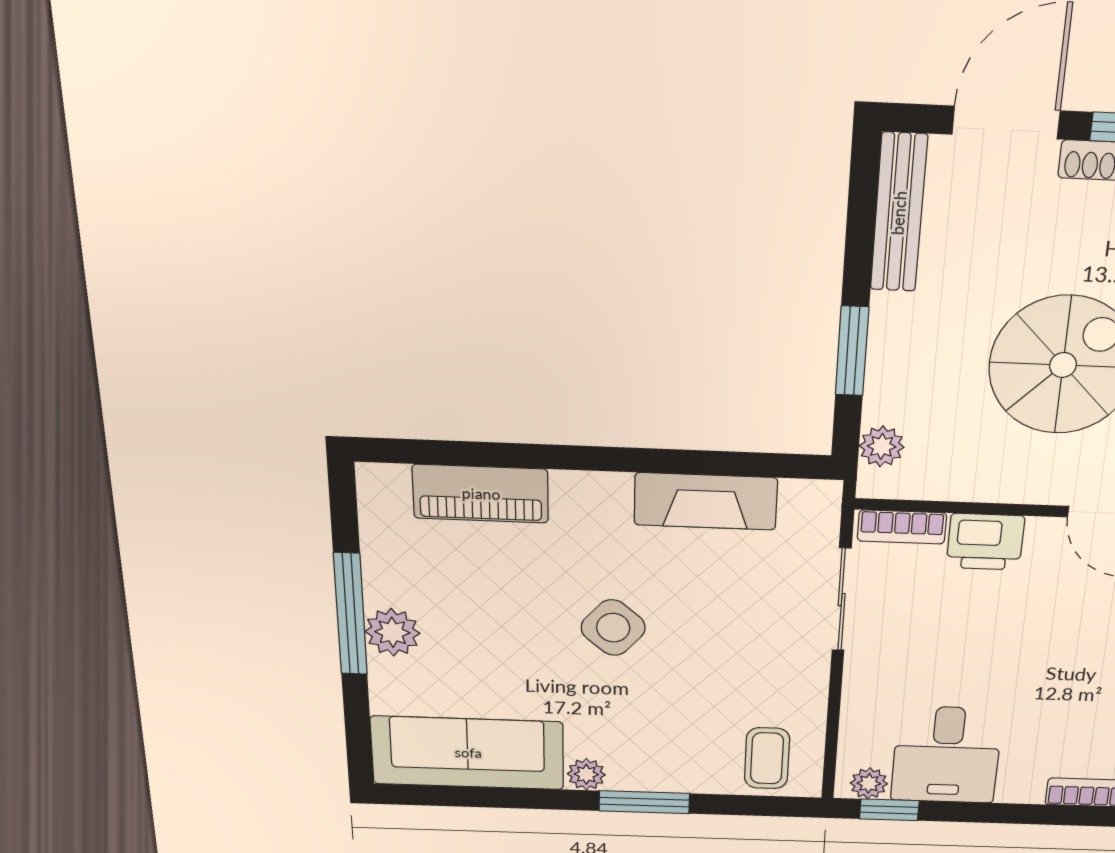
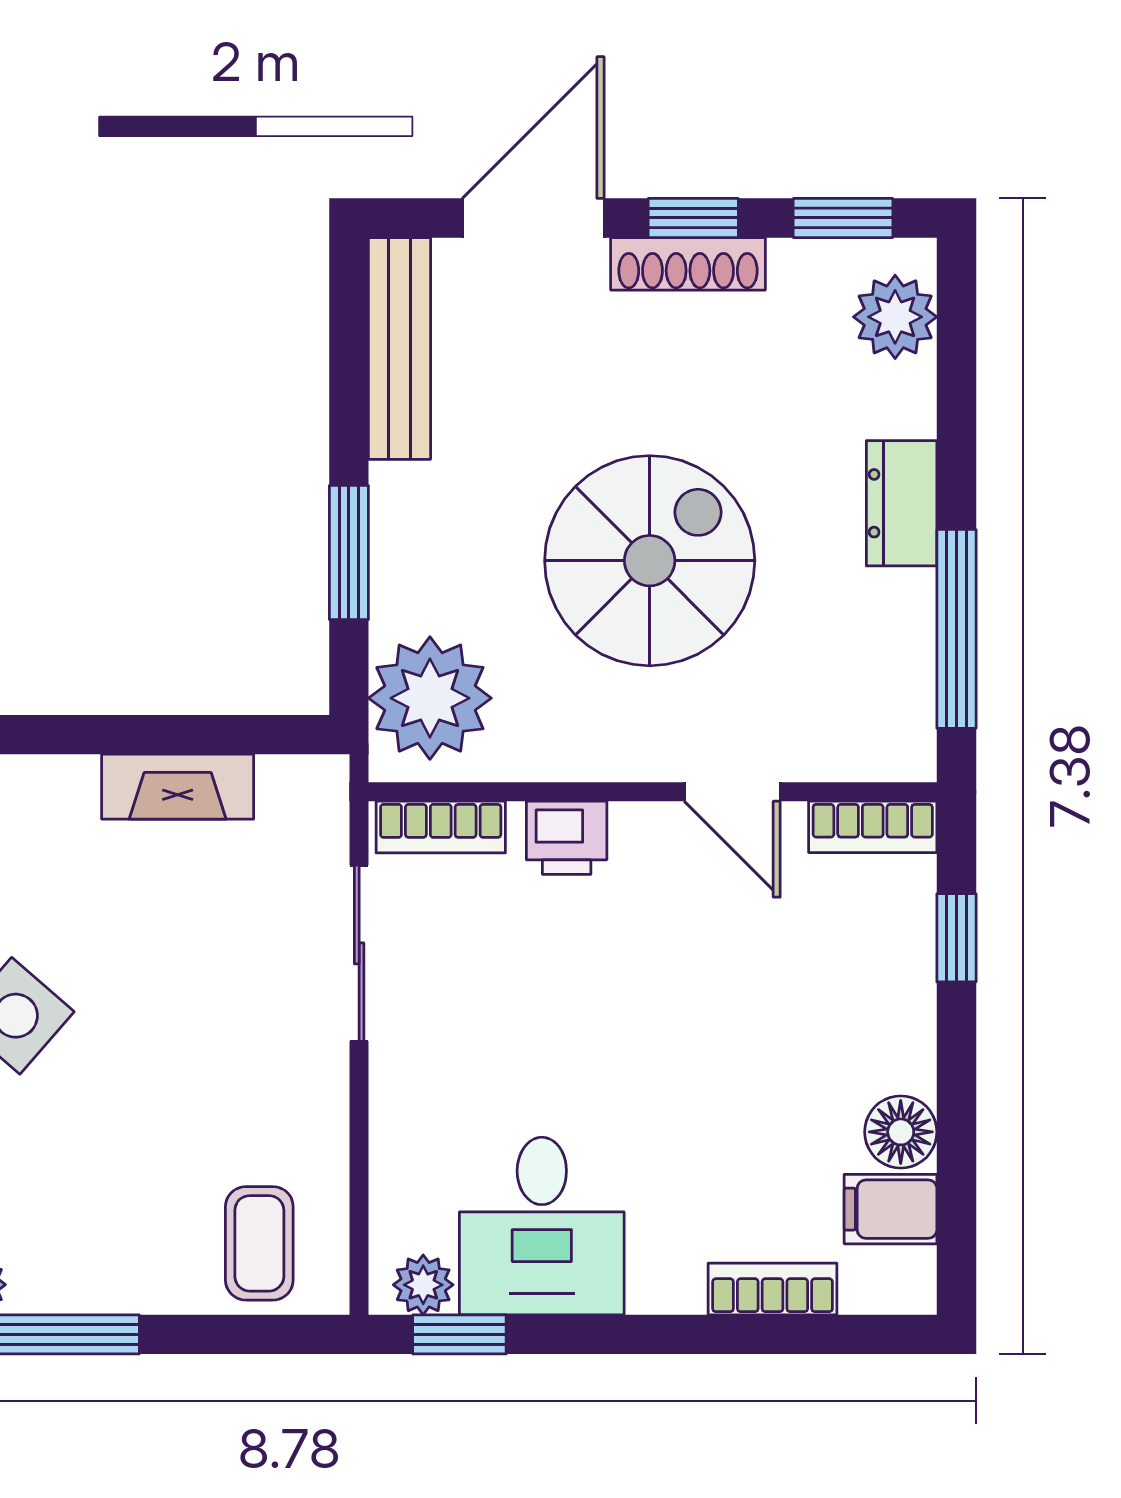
plant: (882, 446) -> (430, 698), width x1.88, depth x1.88
fireplace: (706, 501) -> (178, 787), width x0.73, depth x0.76
printer: (985, 542) -> (567, 838), width x0.73, depth x0.81

